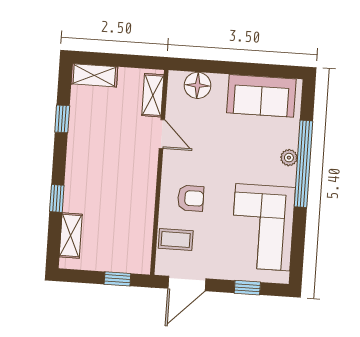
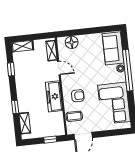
sofa: (261, 96) -> (113, 48), moved, turned 90
freezer: (141, 191) -> (54, 96), added
window: (247, 288) -> (112, 133), removed

